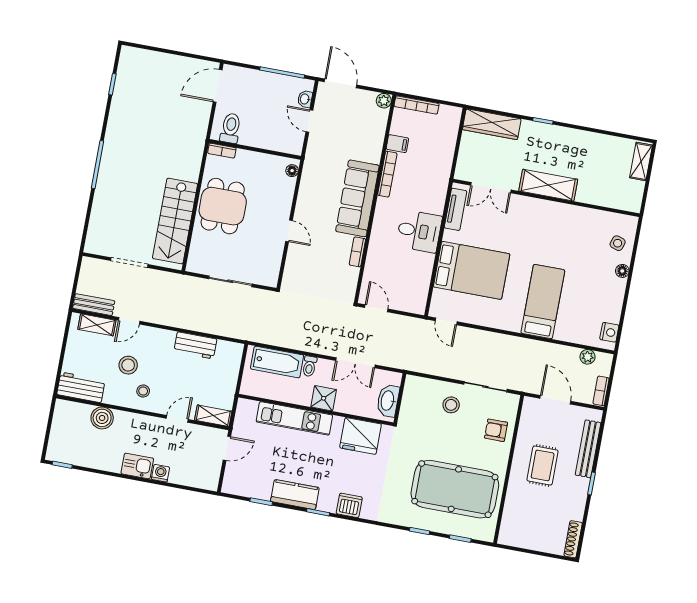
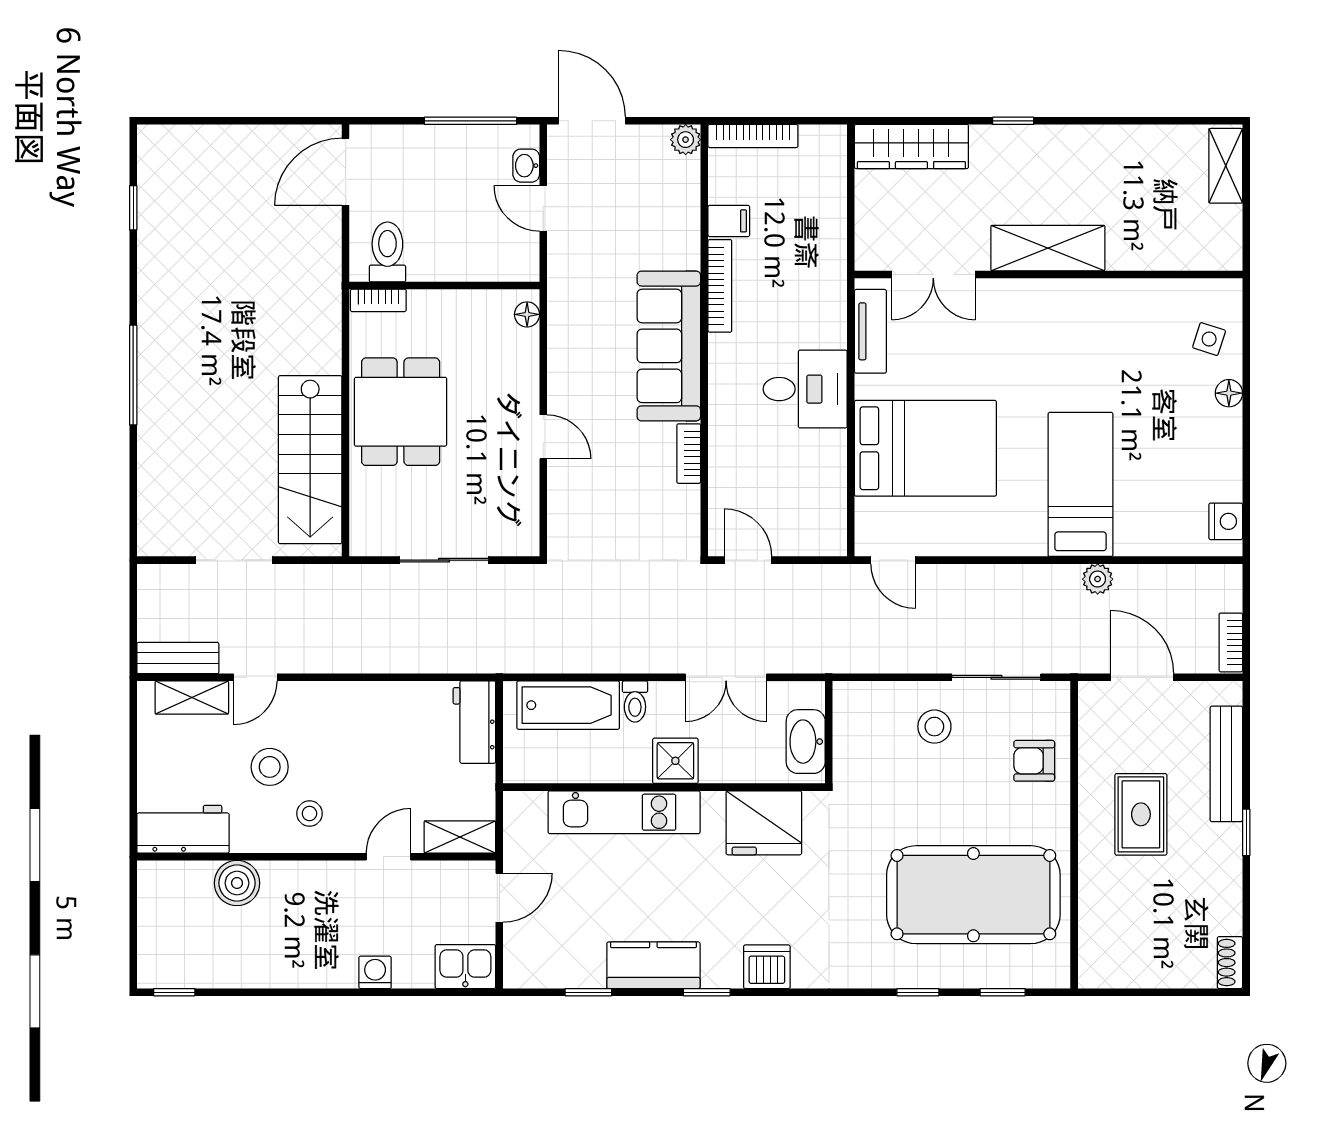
workbench: (195, 345) -> (474, 722), moved, turned 90
plant: (588, 357) -> (1098, 579), moved
kitchen sink: (137, 466) -> (465, 967), moved
shoe rack: (573, 539) -> (1230, 963), width x0.70

